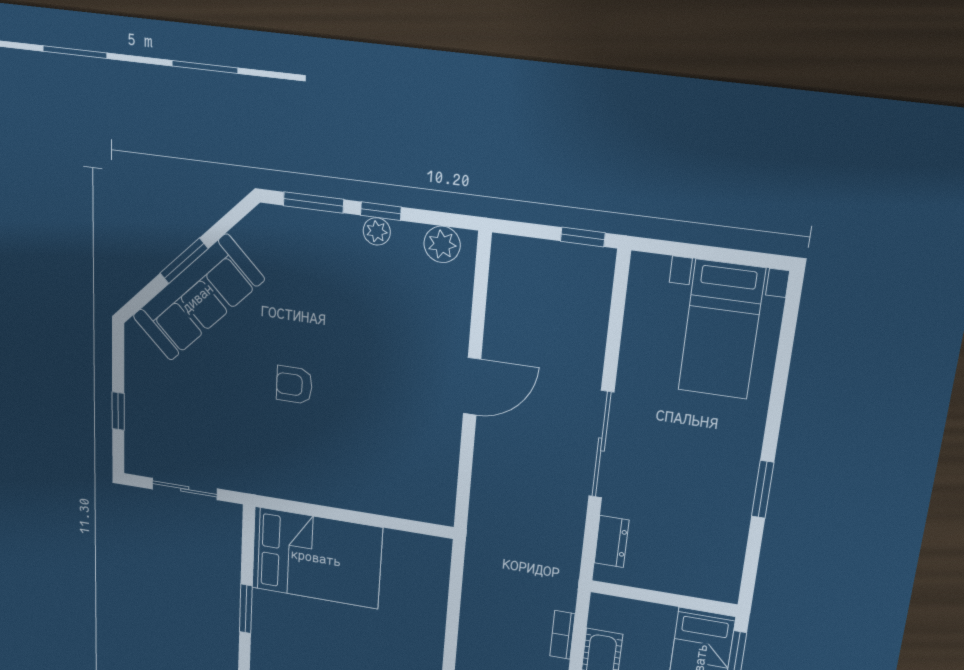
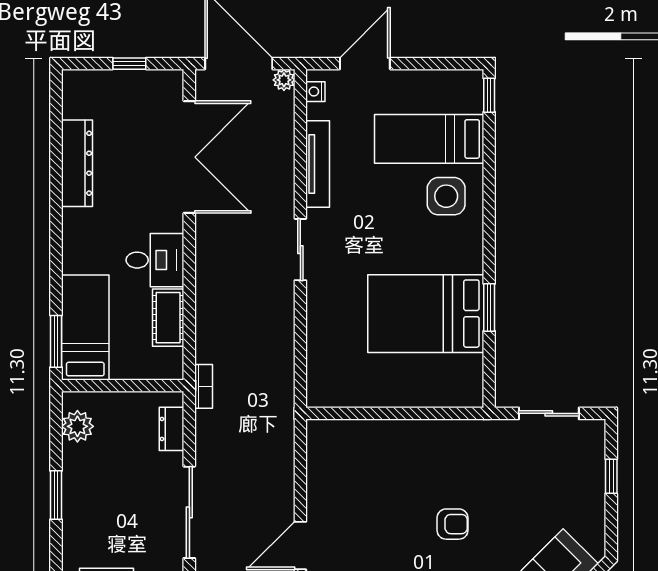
bed: (316, 558) -> (426, 314), moved
plant: (724, 563) -> (77, 426), added
bookcase: (562, 635) -> (204, 386), moved

